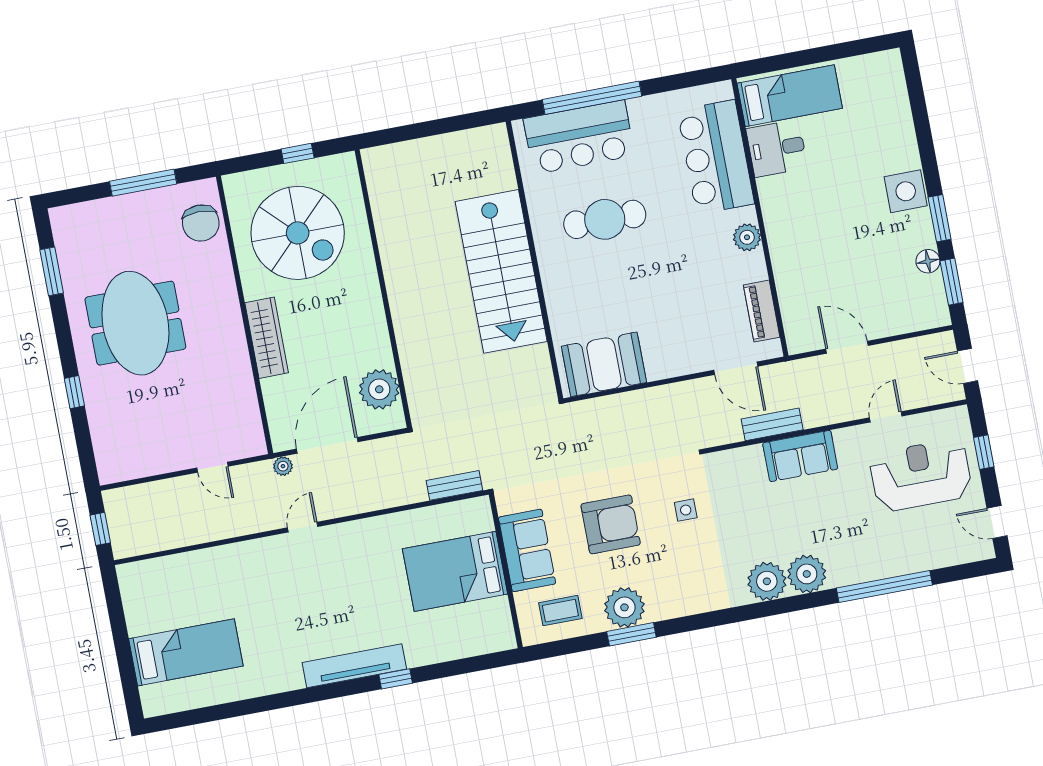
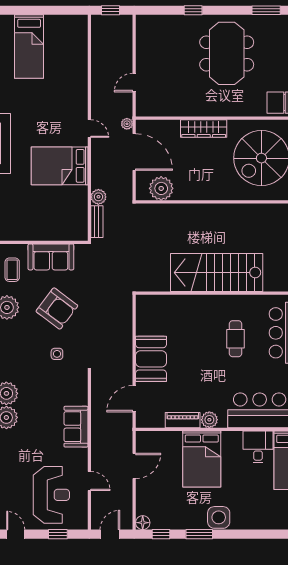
cafe table: (605, 219) -> (235, 339), width x0.73, depth x0.74
bed: (814, 238) -> (202, 459), added
floor lamp: (928, 261) -> (143, 523), moved
window: (952, 282) -> (161, 534), width x0.67
piano: (762, 311) -> (183, 420), moved
meeting table: (135, 323) -> (227, 53), turned 90
booth: (604, 364) -> (151, 359), moved
bench: (772, 424) -> (97, 414), removed
plant: (413, 490) -> (98, 197), added
door: (997, 522) -> (16, 534), hinge flipped
armchair: (611, 524) -> (57, 308), turned -53
bed: (455, 571) -> (60, 166), moved, turned -90

